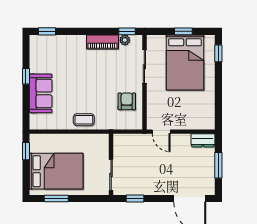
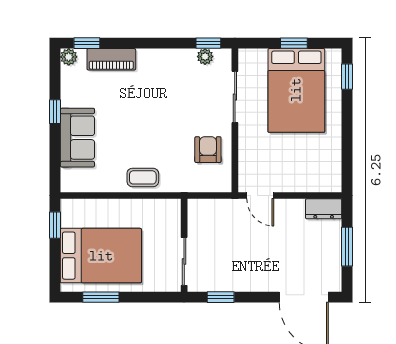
plant: (35, 40) -> (69, 57), added
piano: (102, 42) -> (111, 59), moved

